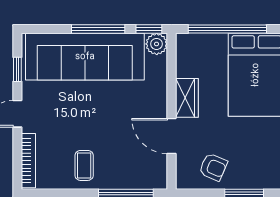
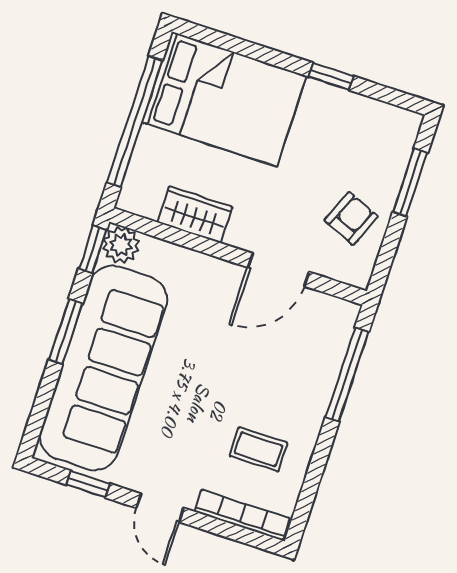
window: (98, 29) -> (66, 332), width x0.69
wardrobe: (187, 98) -> (195, 215), moved
coffee table: (84, 165) -> (258, 449), moved

